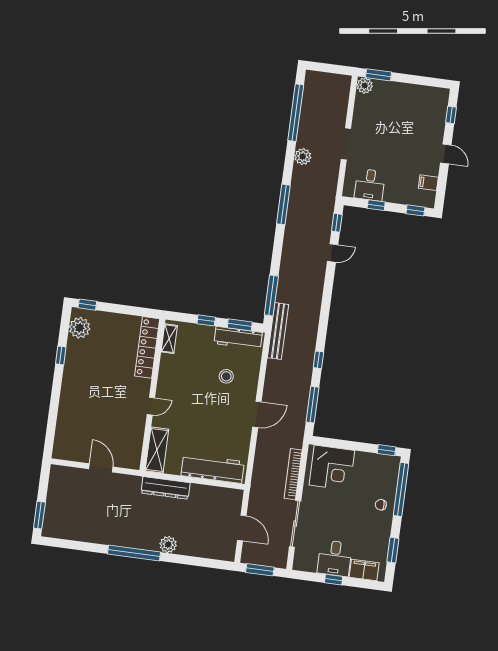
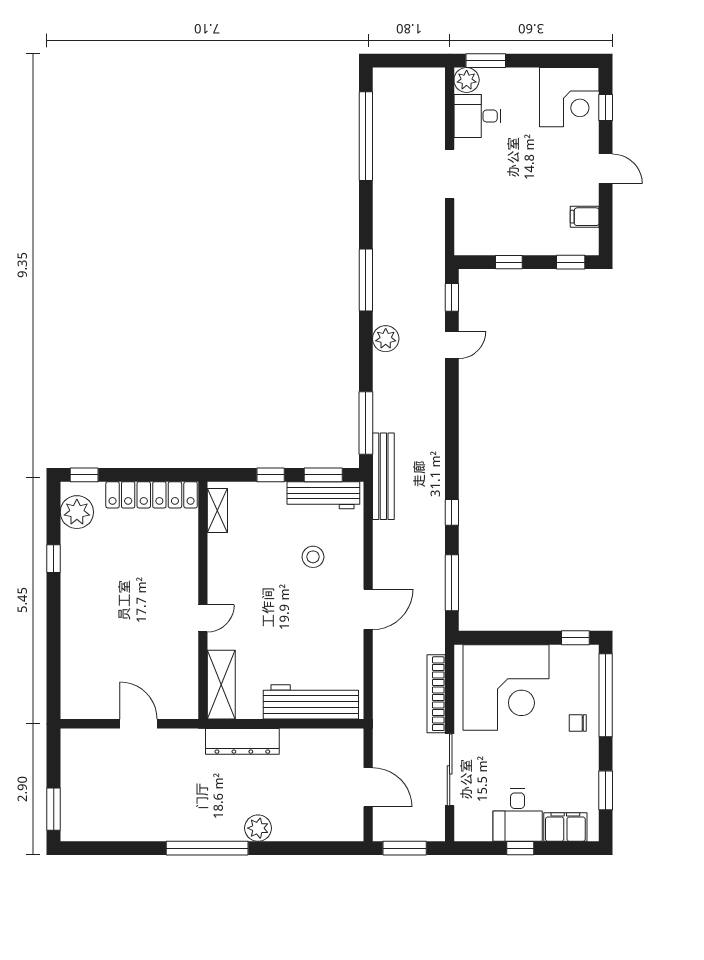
corner desk: (429, 105) -> (569, 97), added
plant: (303, 157) -> (386, 339), moved
desk: (370, 185) -> (477, 116), moved, turned 90
locker: (147, 347) -> (152, 495), moved, turned -90
corner desk: (332, 468) -> (506, 687), width x1.36, depth x1.36

